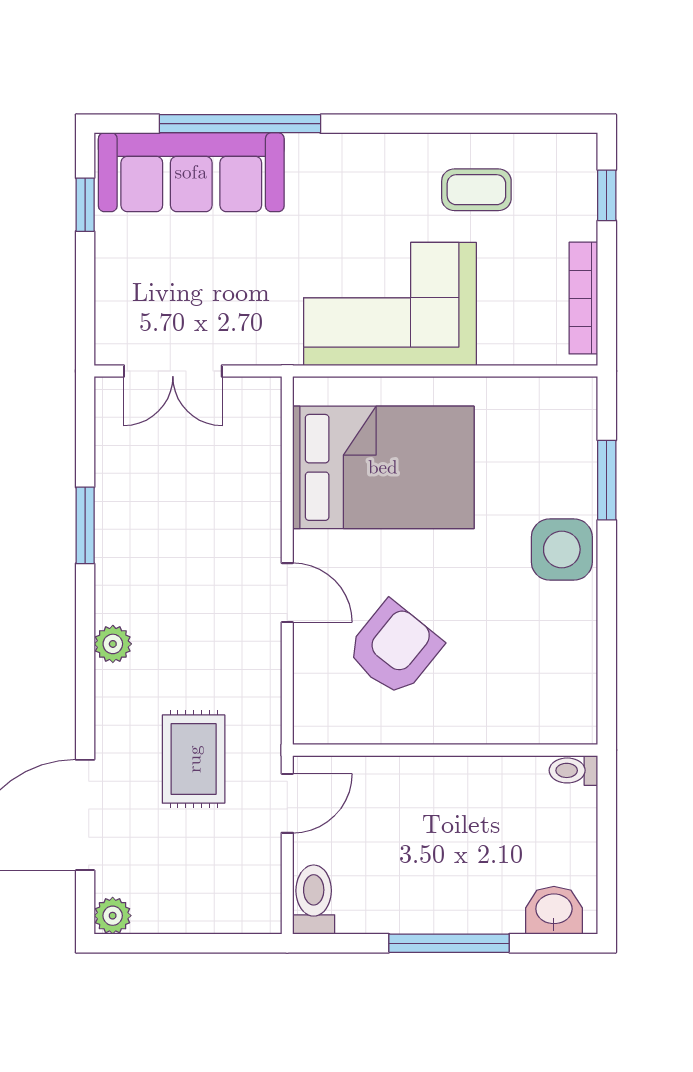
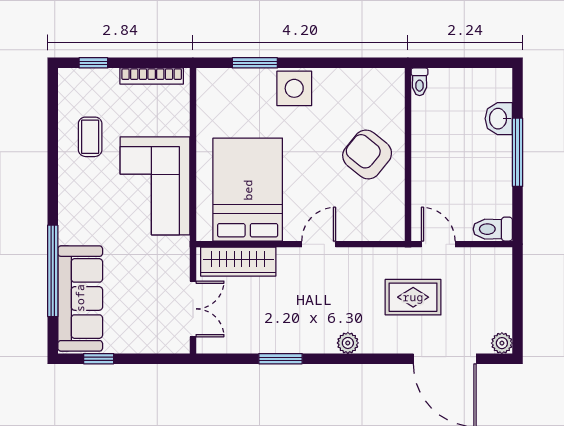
wardrobe: (256, 451) -> (238, 262), added
armchair: (394, 648) -> (367, 154), moved
washbasin: (554, 910) -> (499, 119), moved

